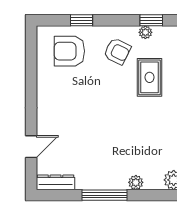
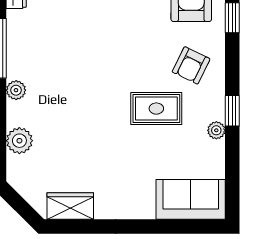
plant: (145, 32) -> (216, 130), moved

